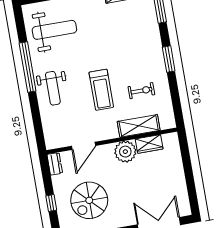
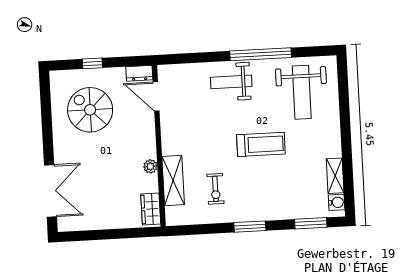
treadmill: (101, 90) -> (261, 144), moved, turned 180
wardrobe: (149, 144) -> (151, 209), moved
door: (84, 146) -> (156, 96), moved
plant: (125, 152) -> (150, 166), width x0.53, depth x0.53

